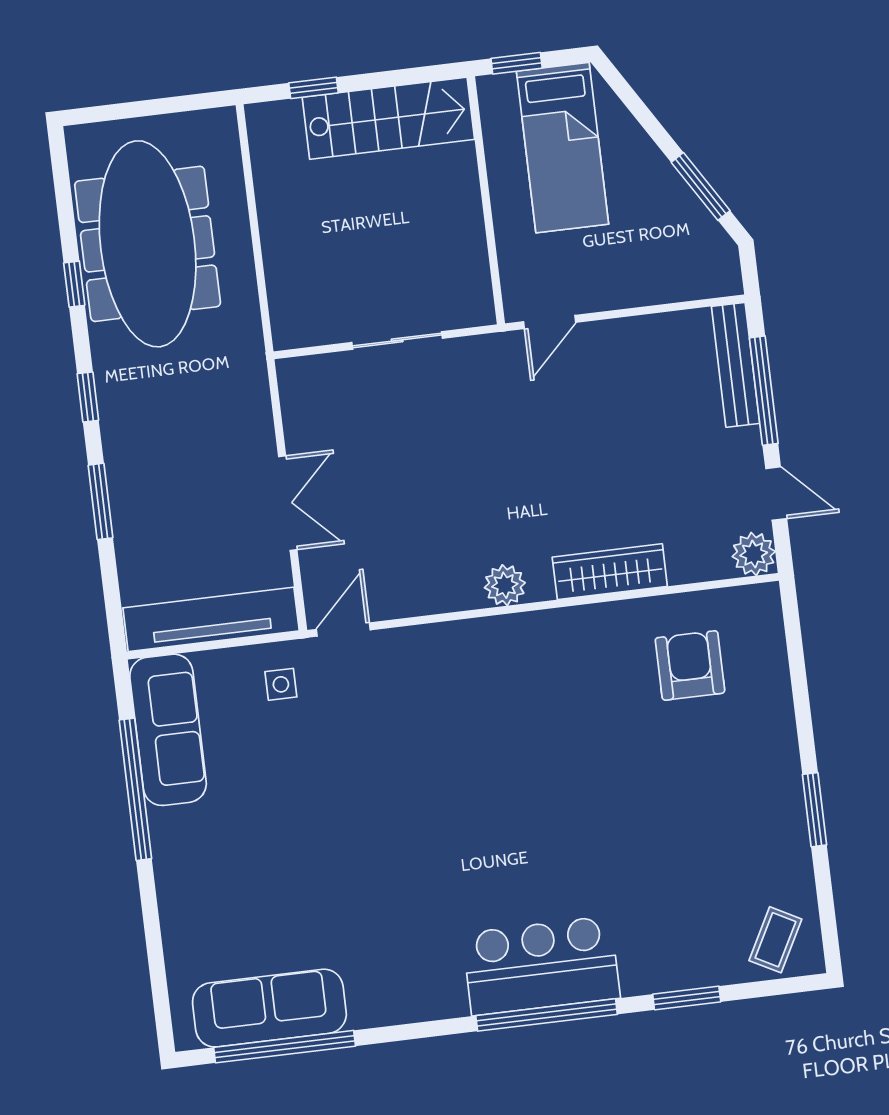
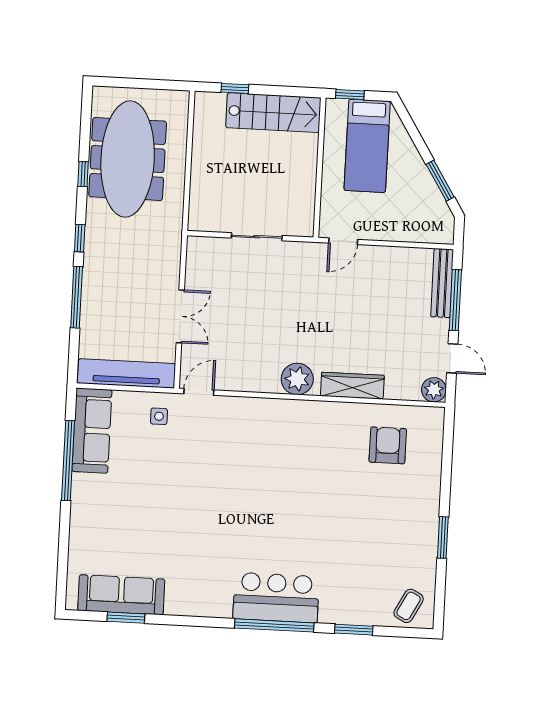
window: (101, 501) -> (77, 297), width x1.44
plant: (505, 585) -> (297, 379), width x1.36, depth x1.36
window: (285, 1047) -> (126, 618), width x0.47

